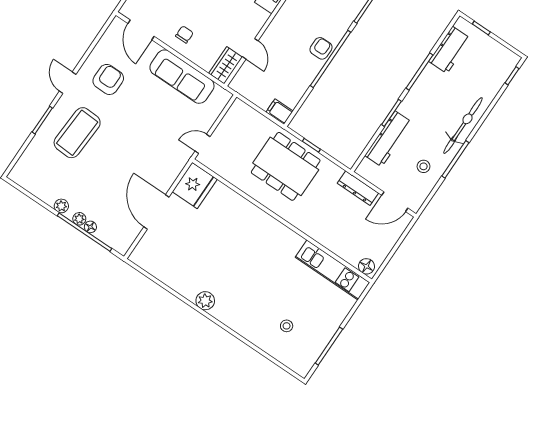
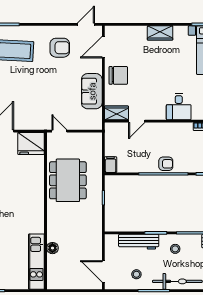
chair: (184, 34) -> (118, 75), width x1.87, depth x1.87
sofa: (182, 77) -> (92, 91), width x0.73
door: (68, 83) -> (86, 24), moved
stool: (424, 103) -> (175, 249), added
dining table: (286, 166) -> (68, 180), moved
dresser: (358, 188) -> (96, 243), removed
floor lamp: (366, 266) -> (52, 248), moved

